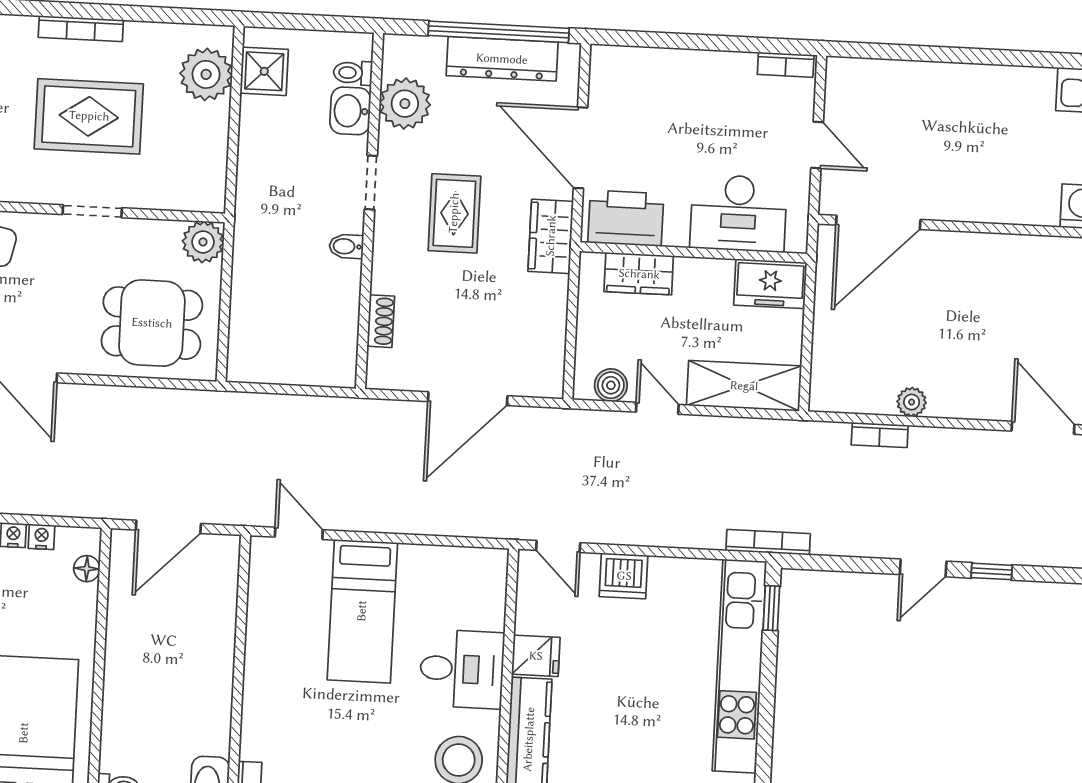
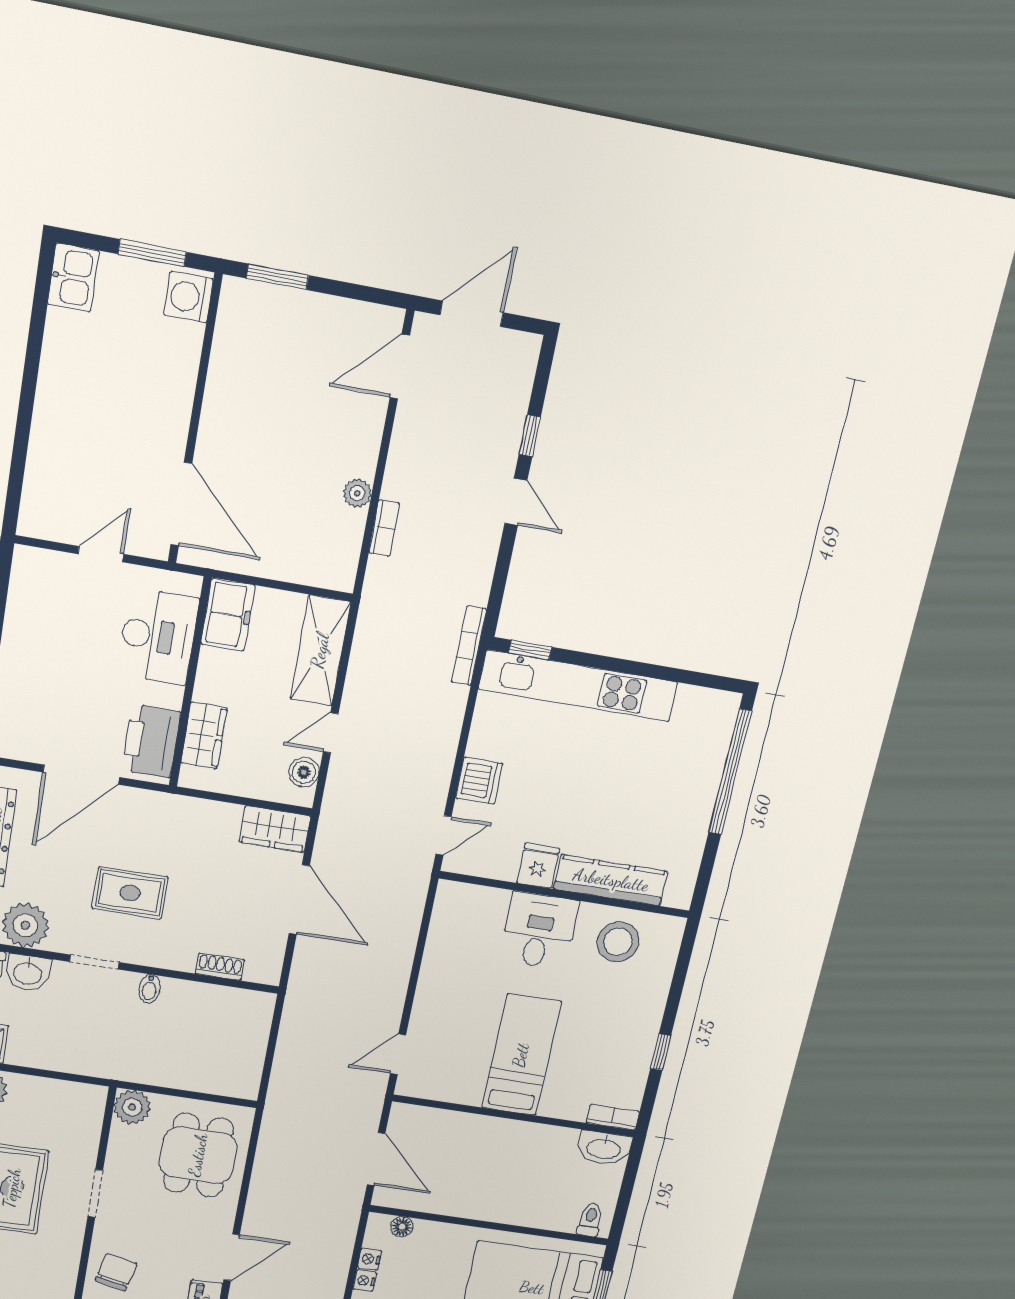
bookcase: (786, 65) -> (21, 575), removed
wardrobe: (551, 236) -> (275, 829), moved
bed: (362, 611) -> (521, 1055), moved, turned -90

